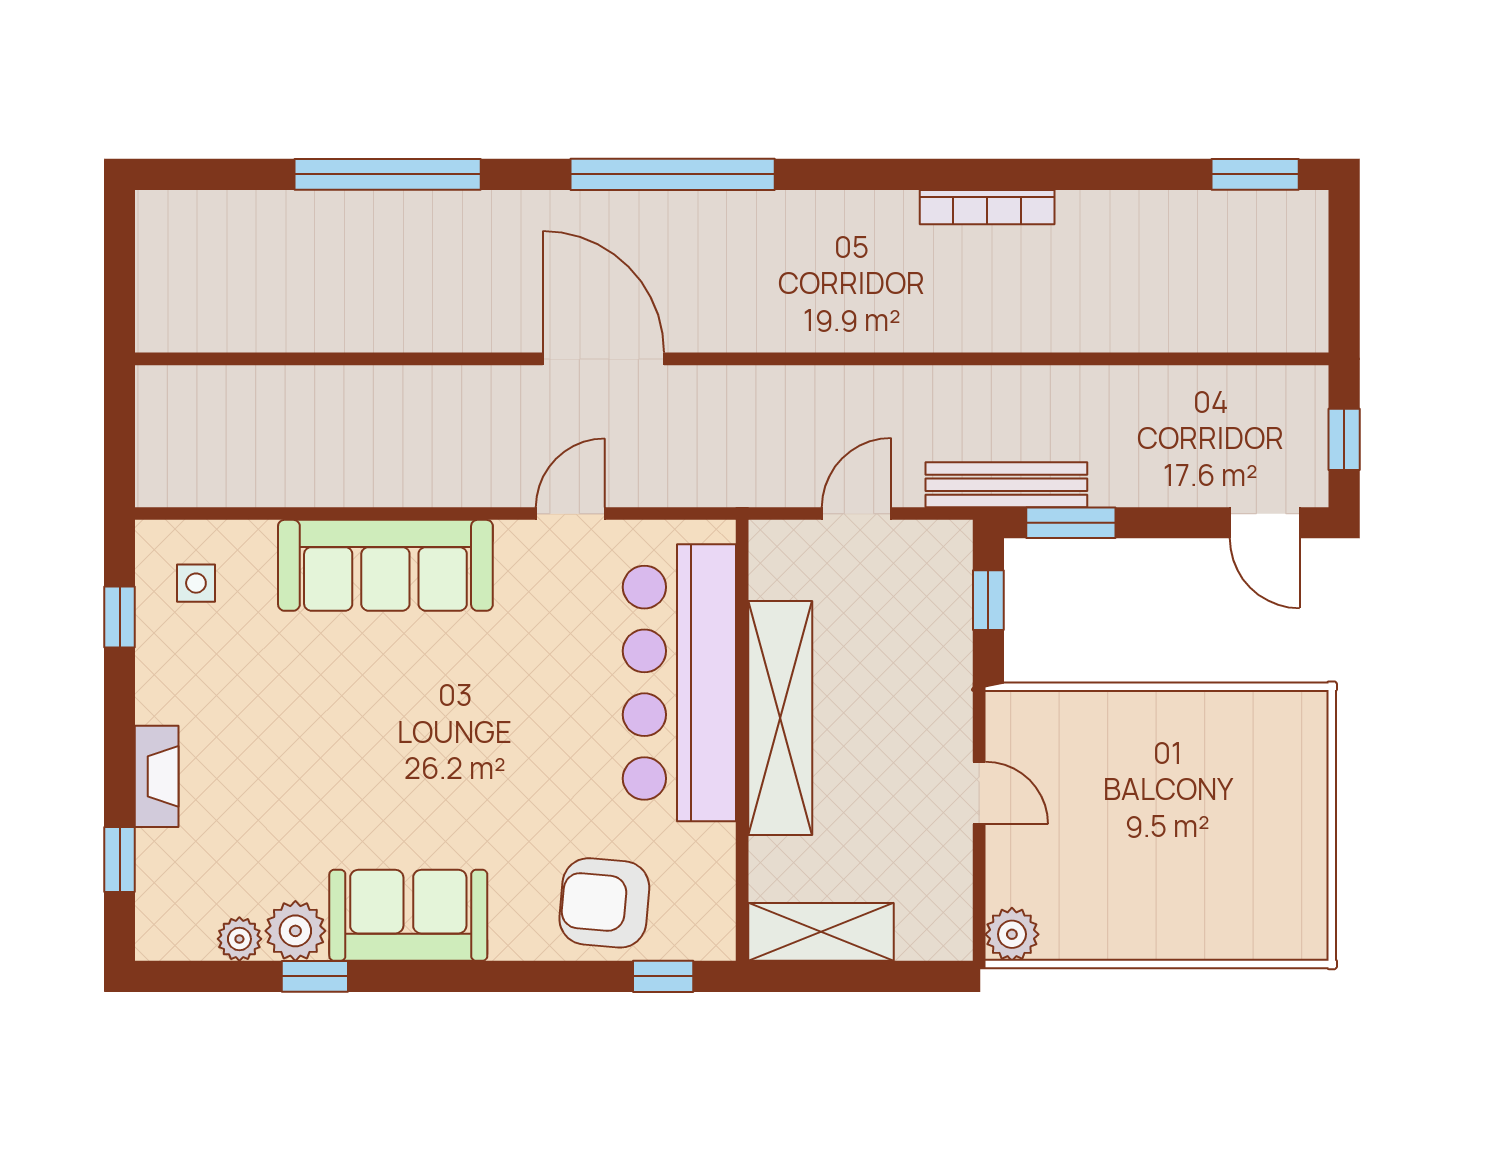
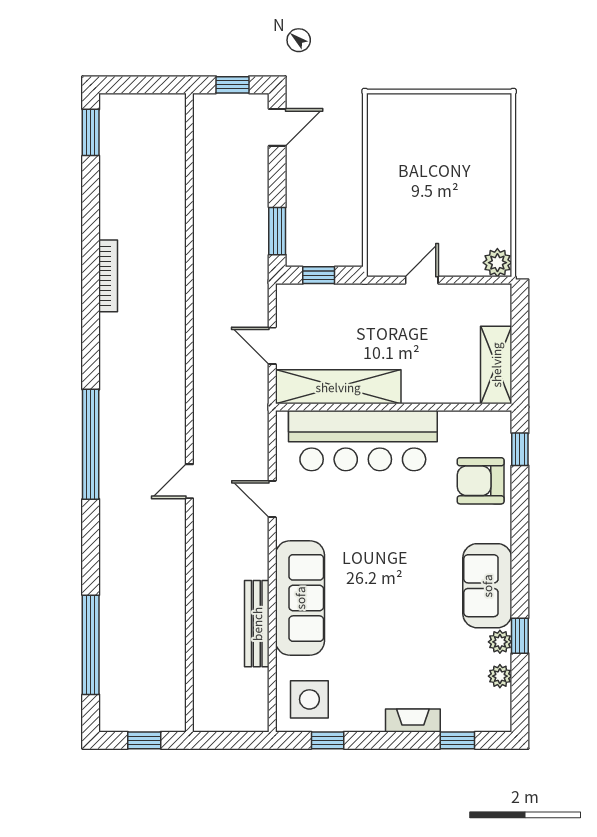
window: (388, 174) -> (91, 645), moved
window: (120, 274) -> (144, 740), added
door: (603, 359) -> (189, 481), width x0.53
bench: (1006, 485) -> (257, 624), moved
side table: (196, 583) -> (309, 699), width x1.87, depth x1.87
shelving: (780, 718) -> (338, 387), moved
armchair: (604, 903) -> (481, 481), turned 85
plant: (295, 931) -> (500, 642), width x0.73, depth x0.73

